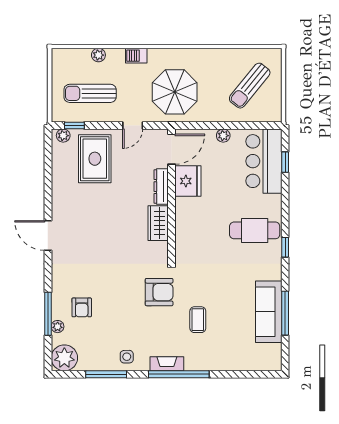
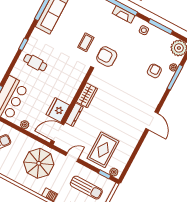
cafe table: (255, 230) -> (35, 63), width x0.73, depth x0.74
coffee table: (198, 320) -> (86, 42), moved

